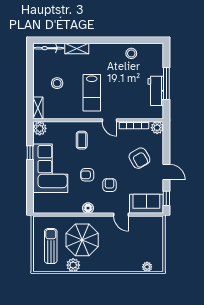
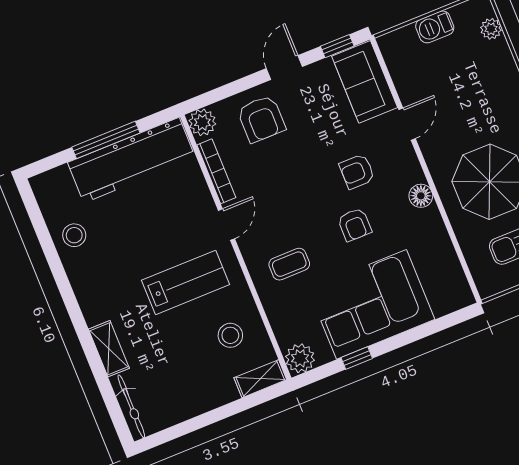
stool: (57, 83) -> (230, 335), moved
workbench: (156, 91) -> (131, 160), width x1.88, depth x1.32
armchair: (139, 158) -> (261, 119), moved, turned 120
barbecue: (158, 243) -> (435, 27), added

